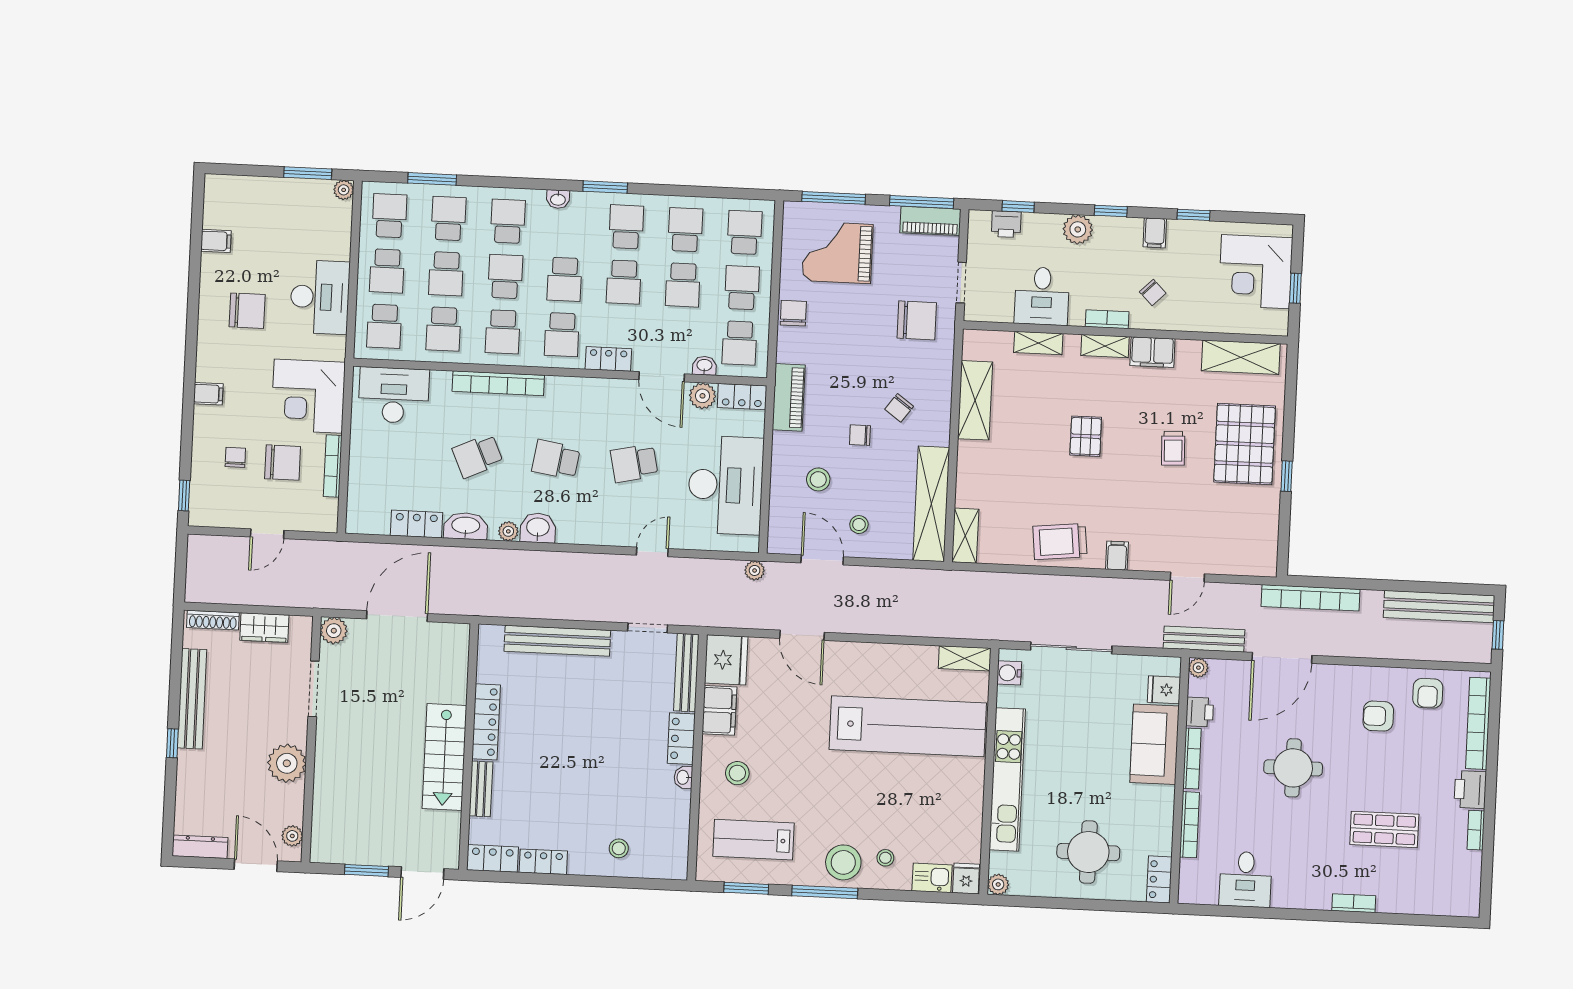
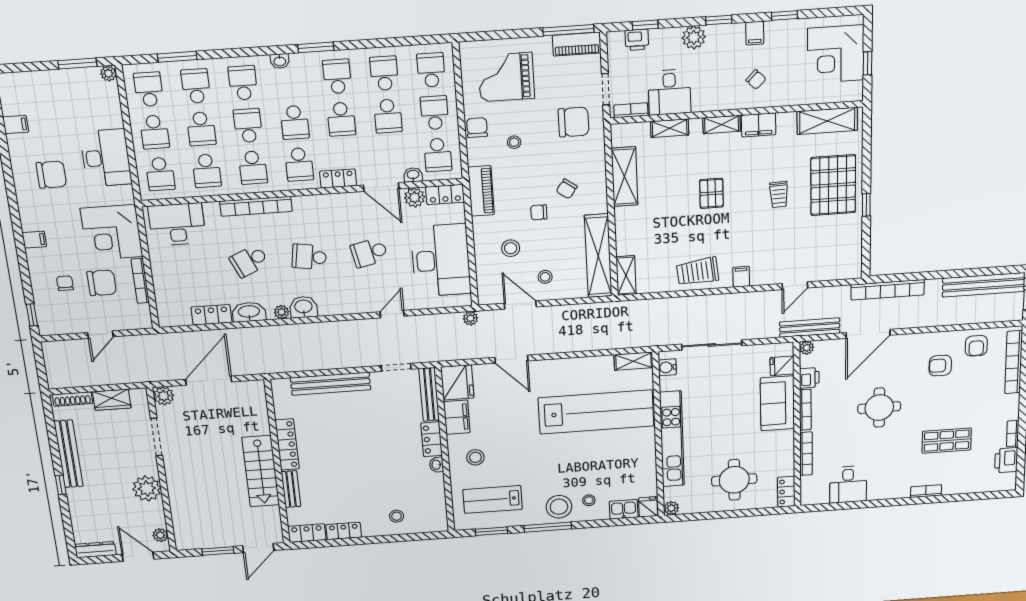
window: (834, 198) -> (498, 35), removed
bookcase: (1107, 319) -> (631, 110), moved
stool: (838, 338) -> (514, 142), added
printer: (1470, 790) -> (1006, 460), moved

